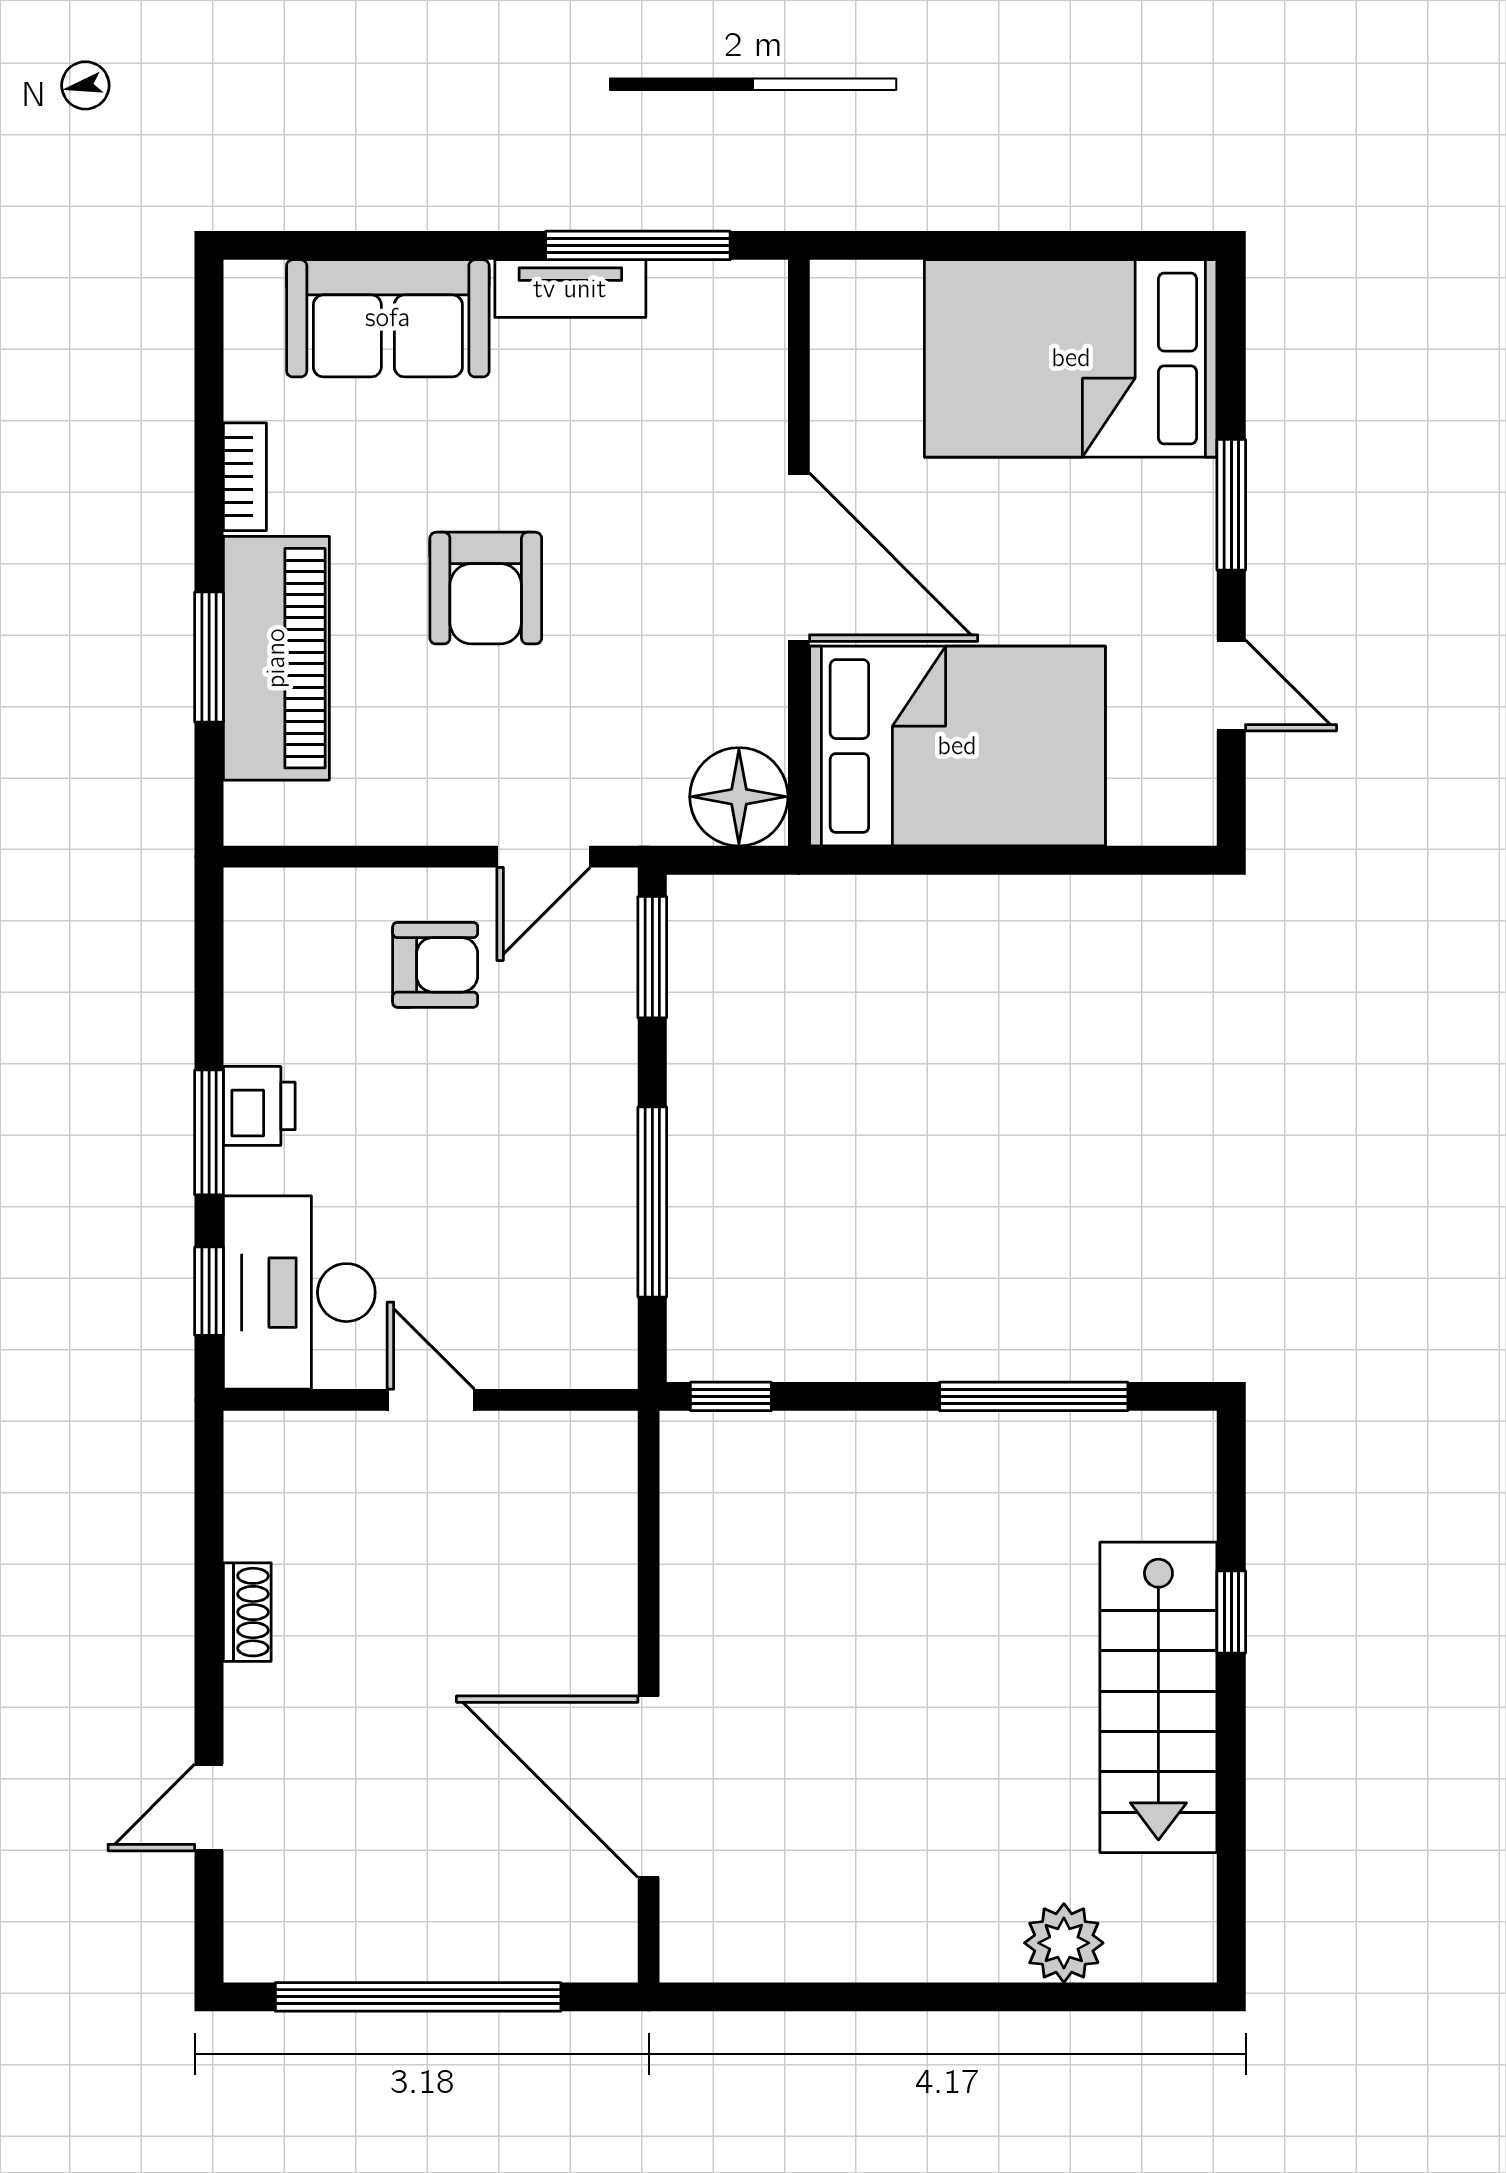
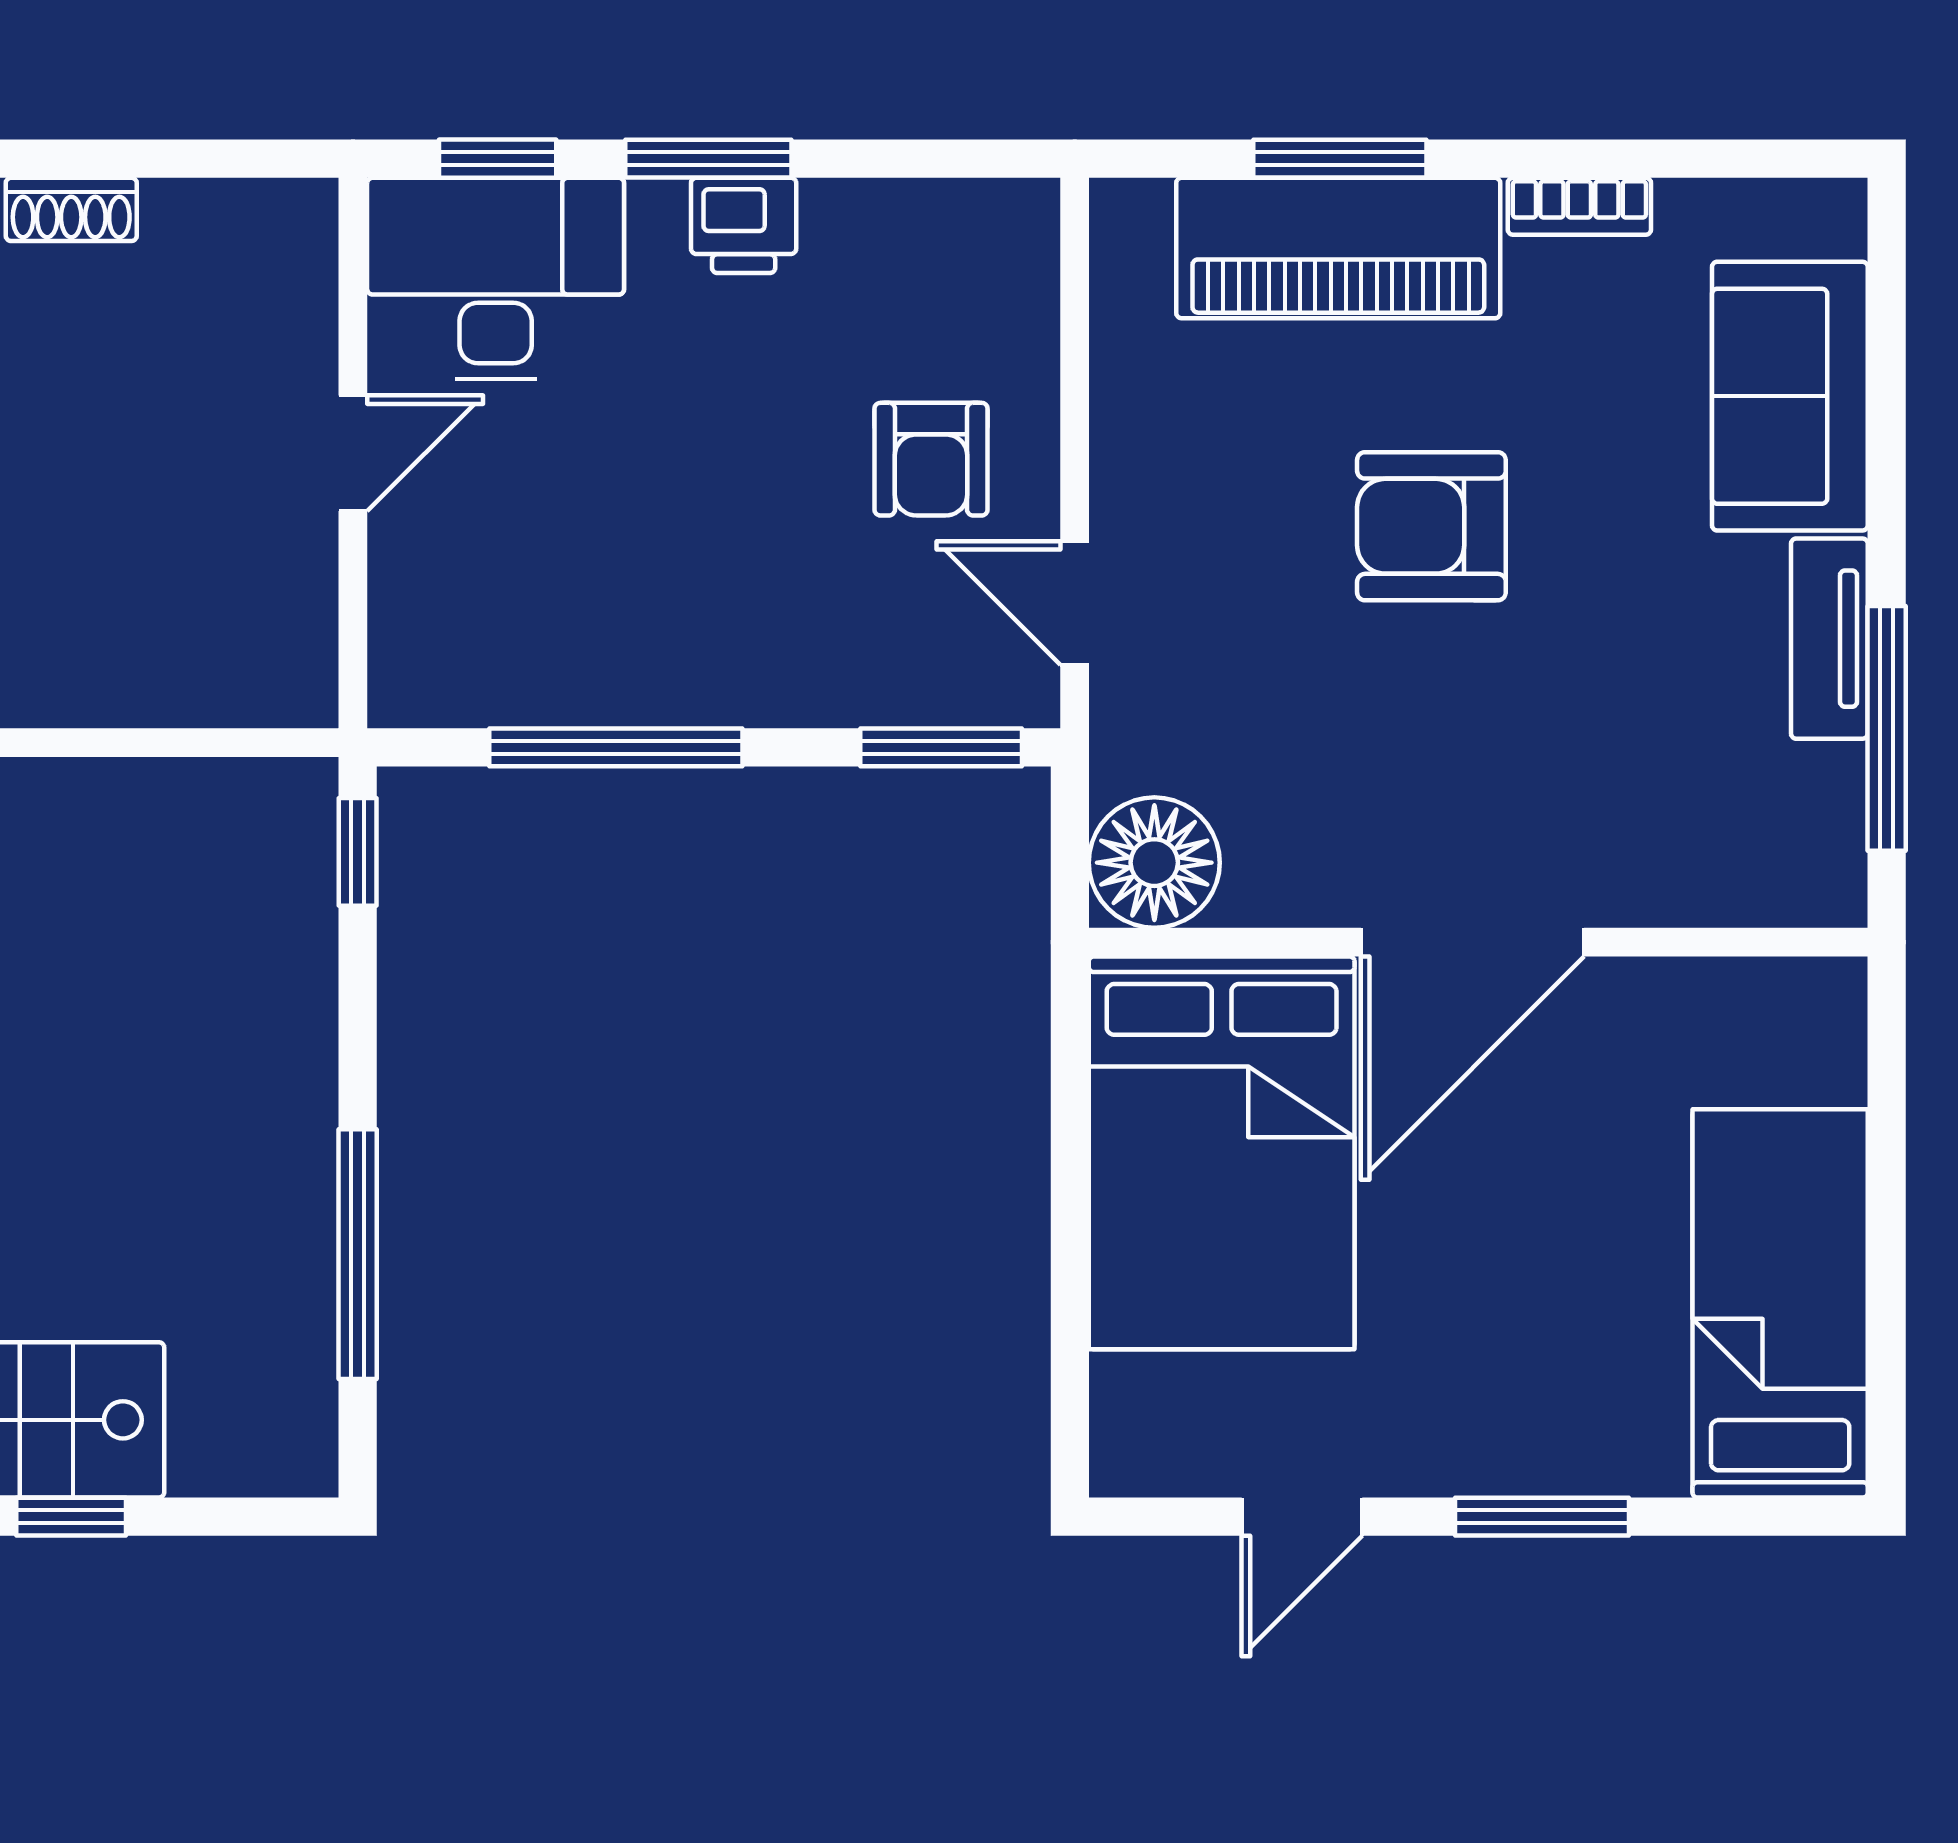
bed: (1071, 358) -> (1780, 1303), width x0.67

